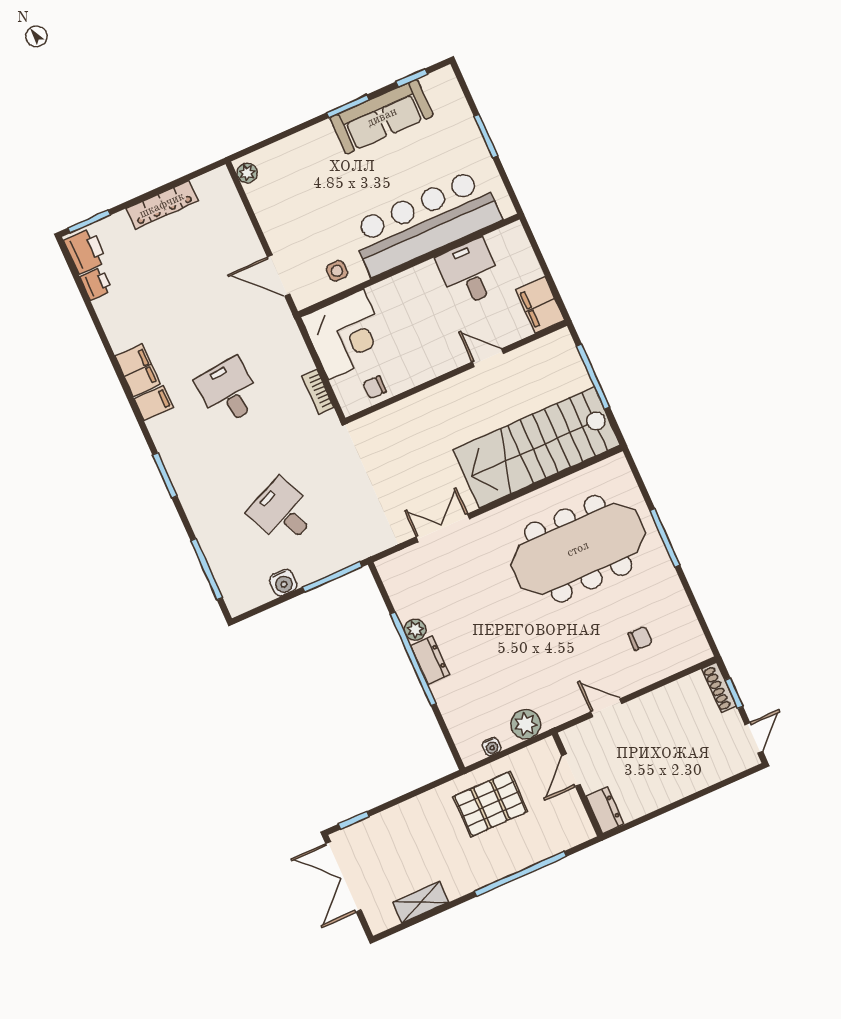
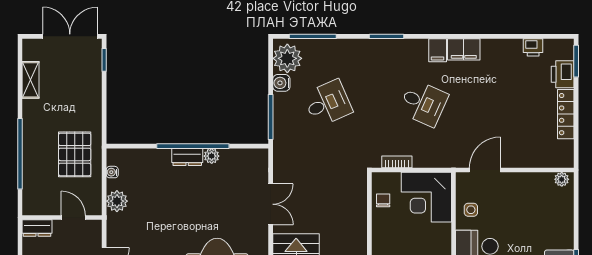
printer: (85, 251) -> (563, 74), moved, turned 90
desk: (229, 391) -> (423, 103), turned 30
plant: (249, 589) -> (287, 58), added

